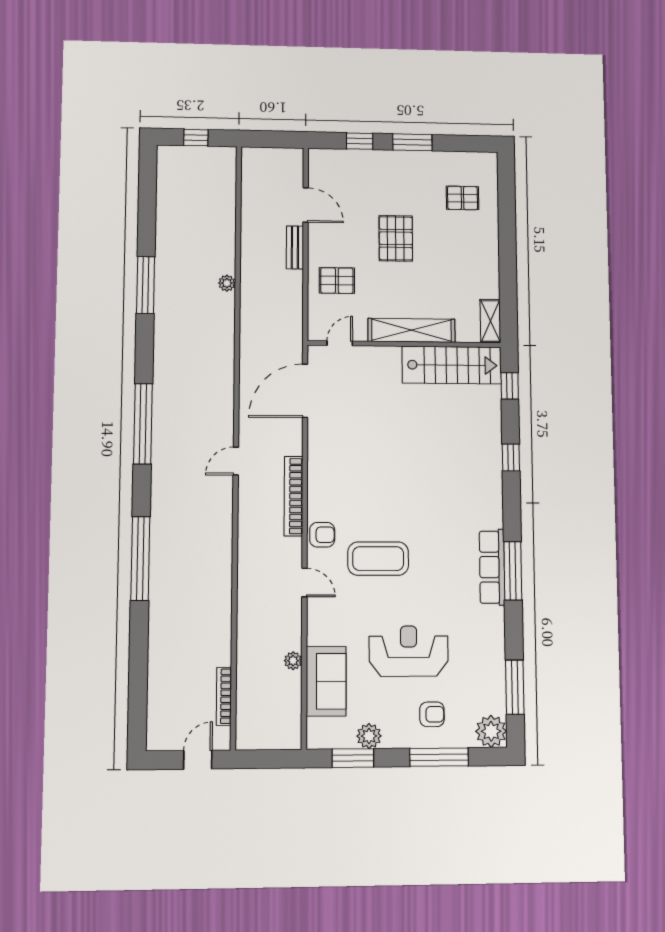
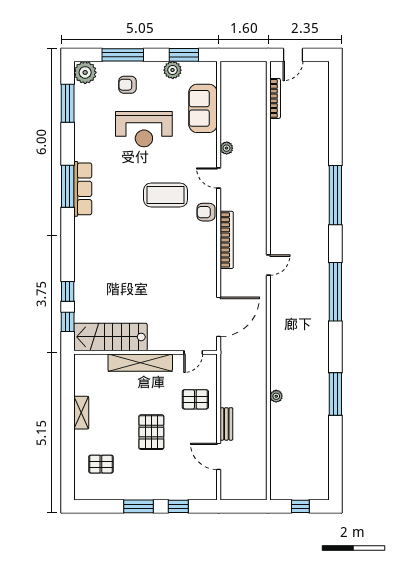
shelving: (490, 321) -> (81, 413), moved
window: (511, 458) -> (68, 291), moved
plant: (293, 661) -> (227, 148), moved

